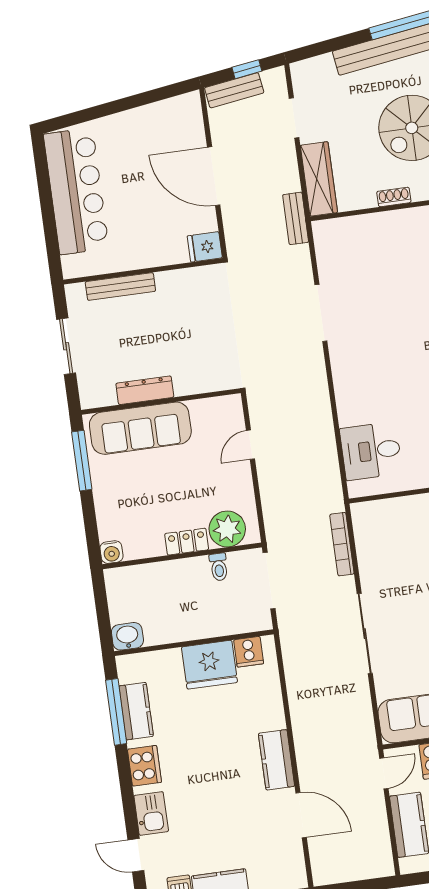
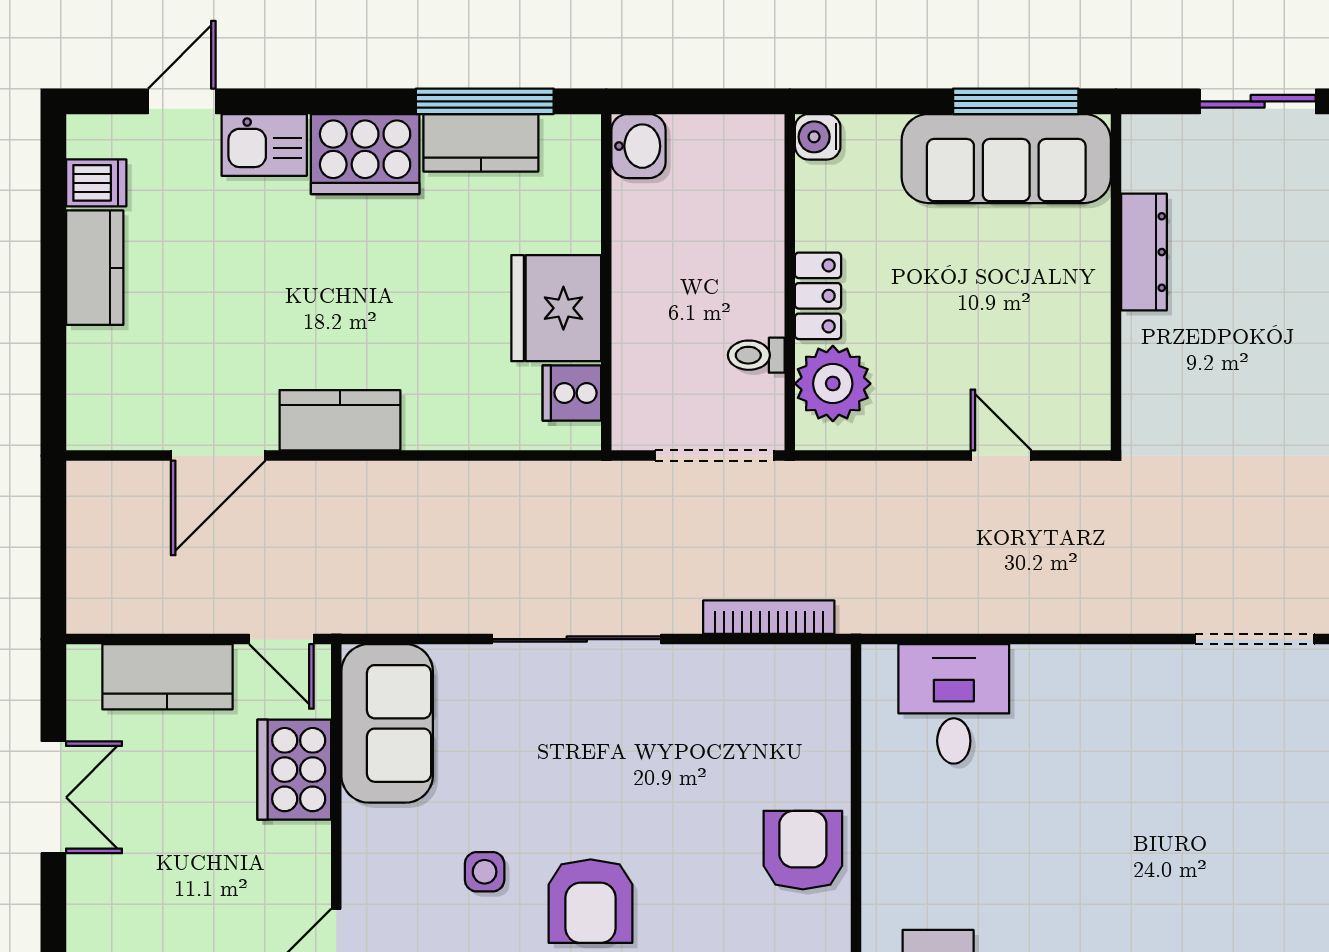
sofa: (140, 428) -> (1006, 159), moved, turned -90
cooker: (144, 766) -> (365, 154), width x1.37, depth x1.31

